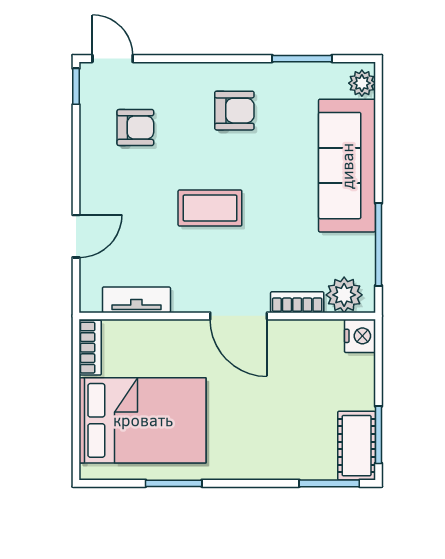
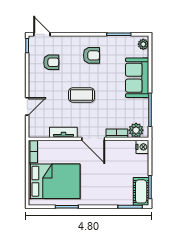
sofa: (347, 166) -> (137, 78), width x0.73
tv unit: (136, 300) -> (63, 132), moved

